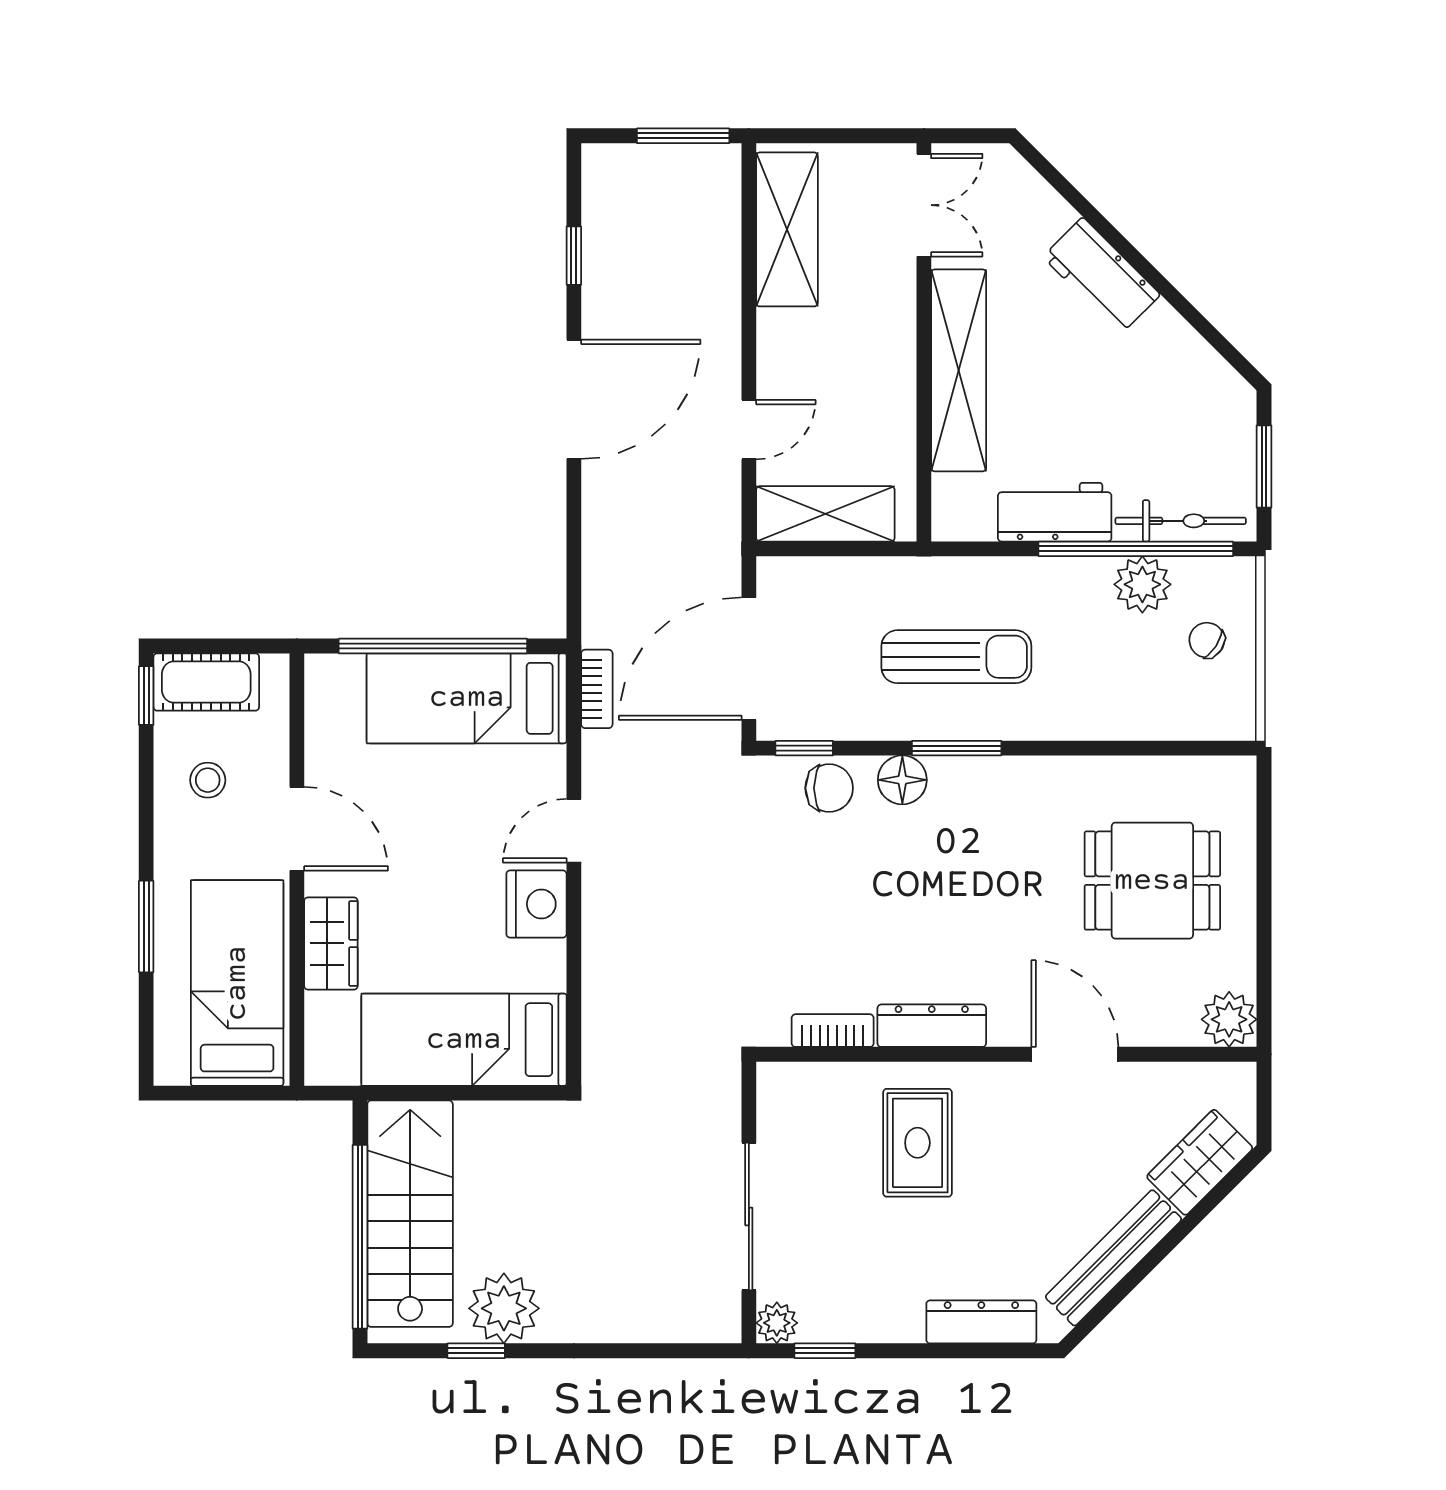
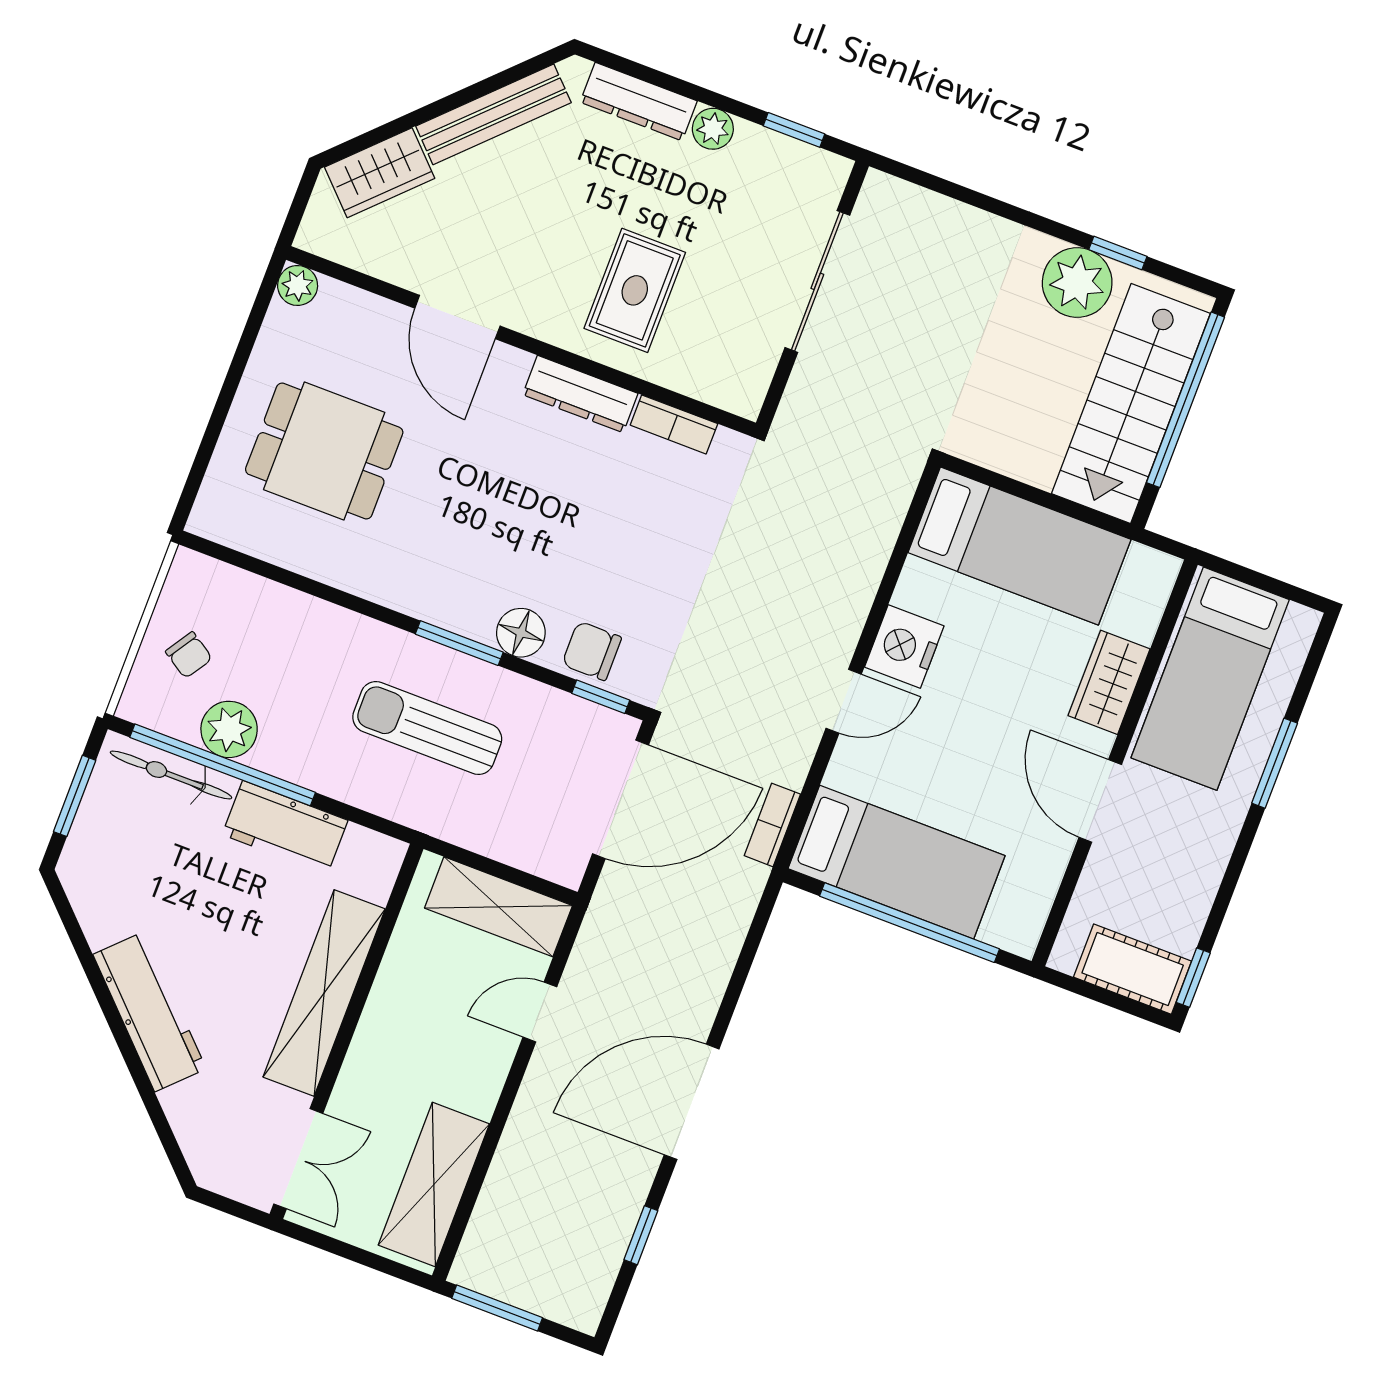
double door: (924, 205) -> (298, 1159), swing flipped
workbench: (1102, 276) -> (150, 1012), width x1.38
stool: (208, 780) -> (1166, 877), removed
plant: (1229, 1019) -> (298, 285), width x0.73, depth x0.73
plant: (777, 1323) -> (713, 129), moved

